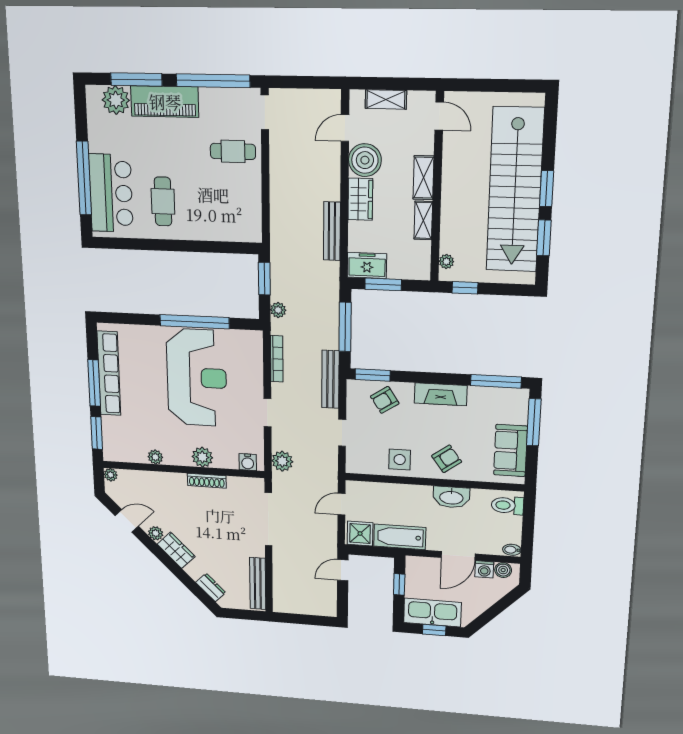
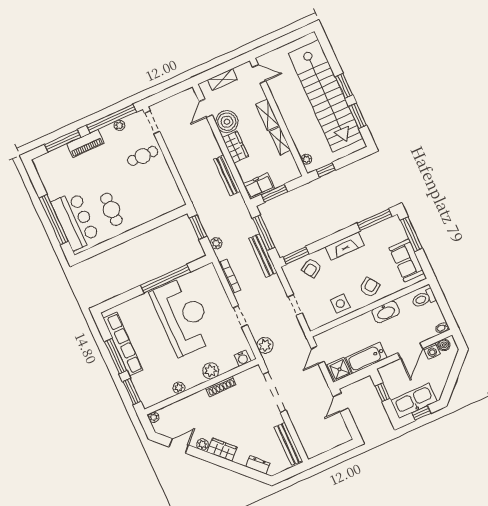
plant: (116, 100) -> (119, 125), moved, width x0.53, depth x0.53
piano: (165, 102) -> (85, 144), width x0.73, depth x0.75
bench: (330, 379) -> (263, 255), moved

